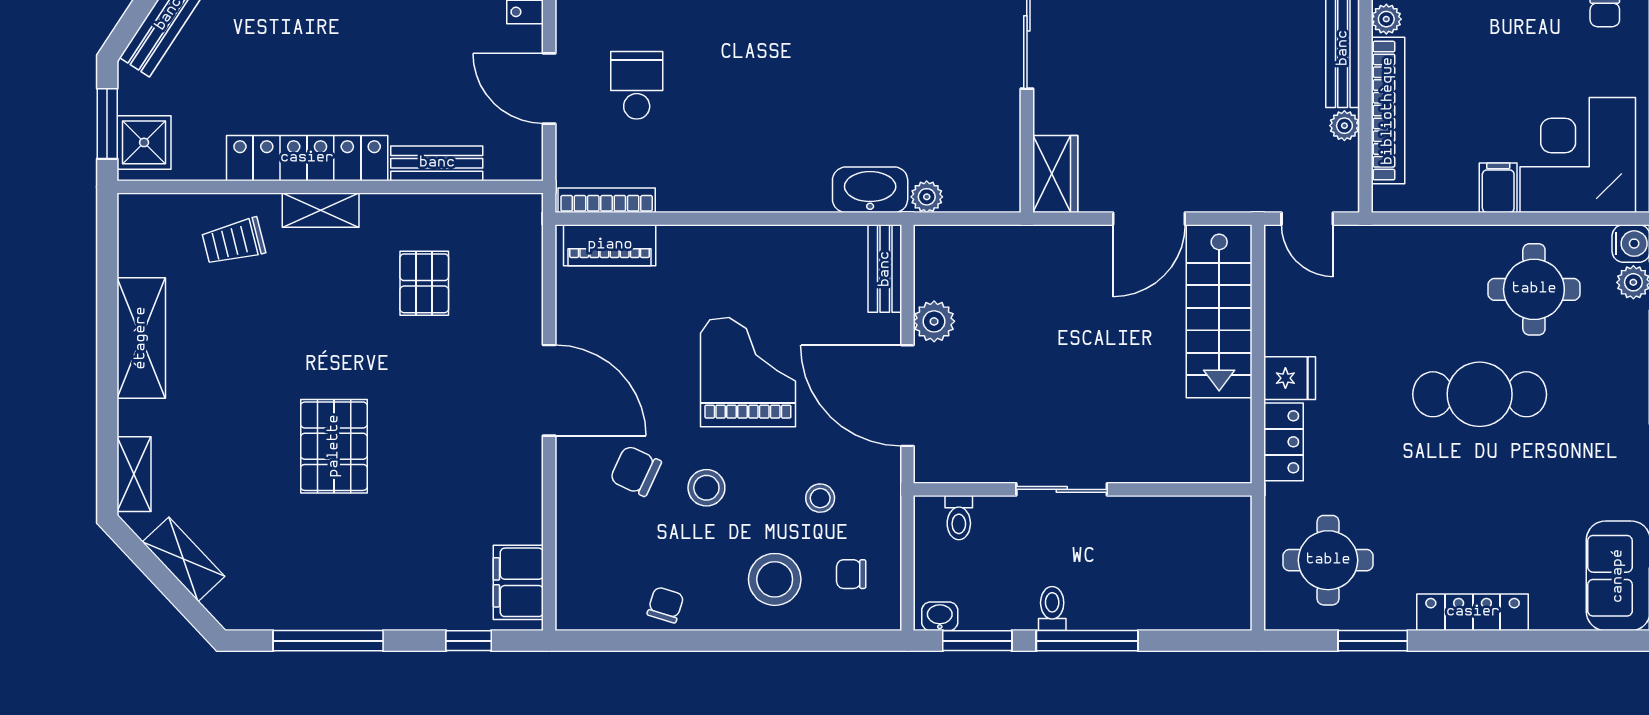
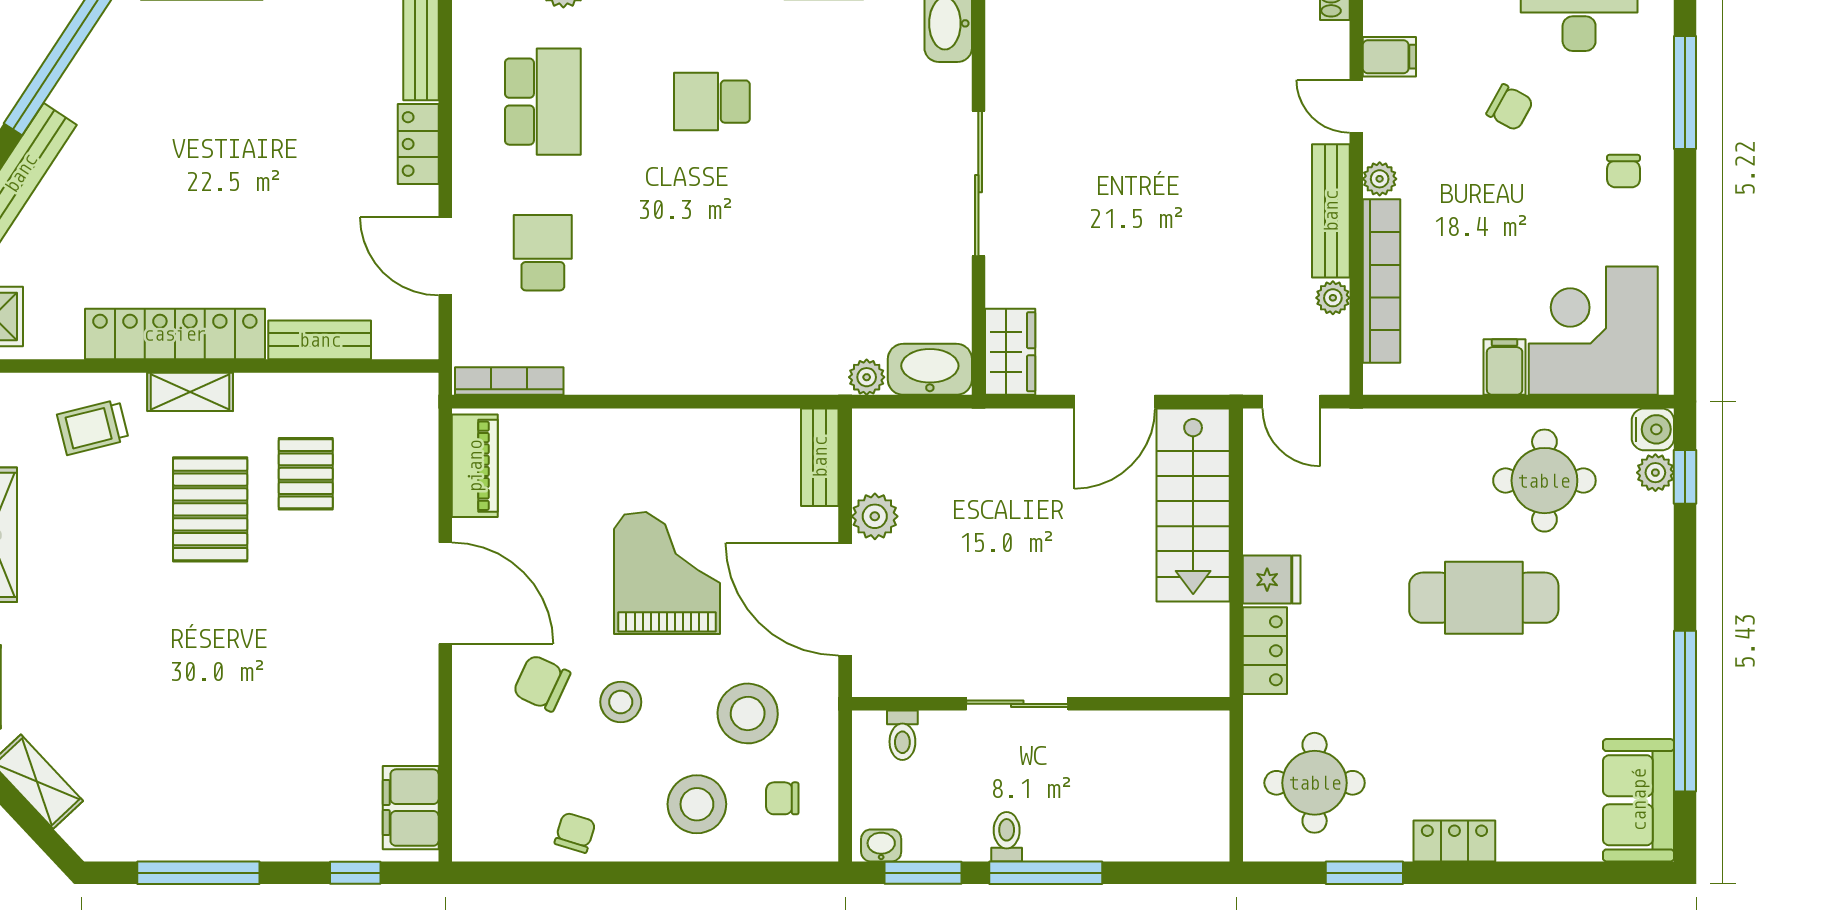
washbasin: (870, 190) -> (930, 369), moved
piano: (610, 245) -> (475, 466), moved, turned -90
pallet: (334, 446) -> (210, 509), moved
stool: (820, 498) -> (748, 713), width x1.89, depth x1.89
locker: (1473, 612) -> (1454, 841), width x0.66

